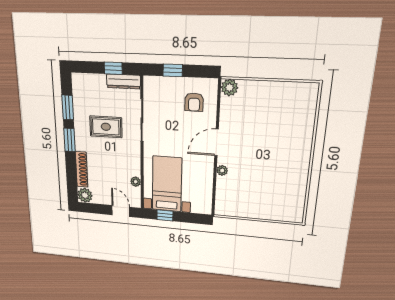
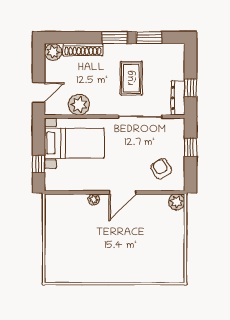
armchair: (194, 102) -> (161, 169), turned 61
door: (217, 142) -> (123, 192), swing flipped
plant: (136, 182) -> (79, 105), width x1.87, depth x1.87
window: (165, 215) -> (39, 164), moved

